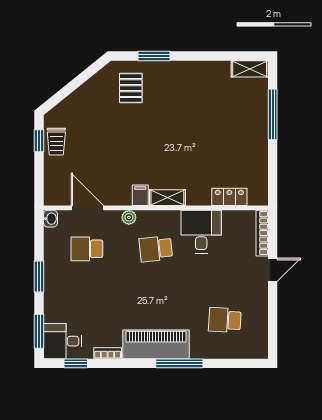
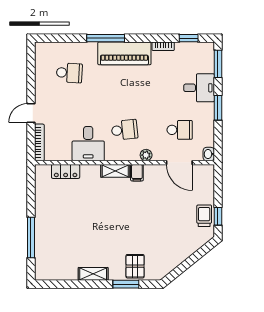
shelving: (250, 69) -> (93, 274), moved
pallet: (131, 88) -> (135, 266), moved
desk: (63, 341) -> (199, 88), moved

